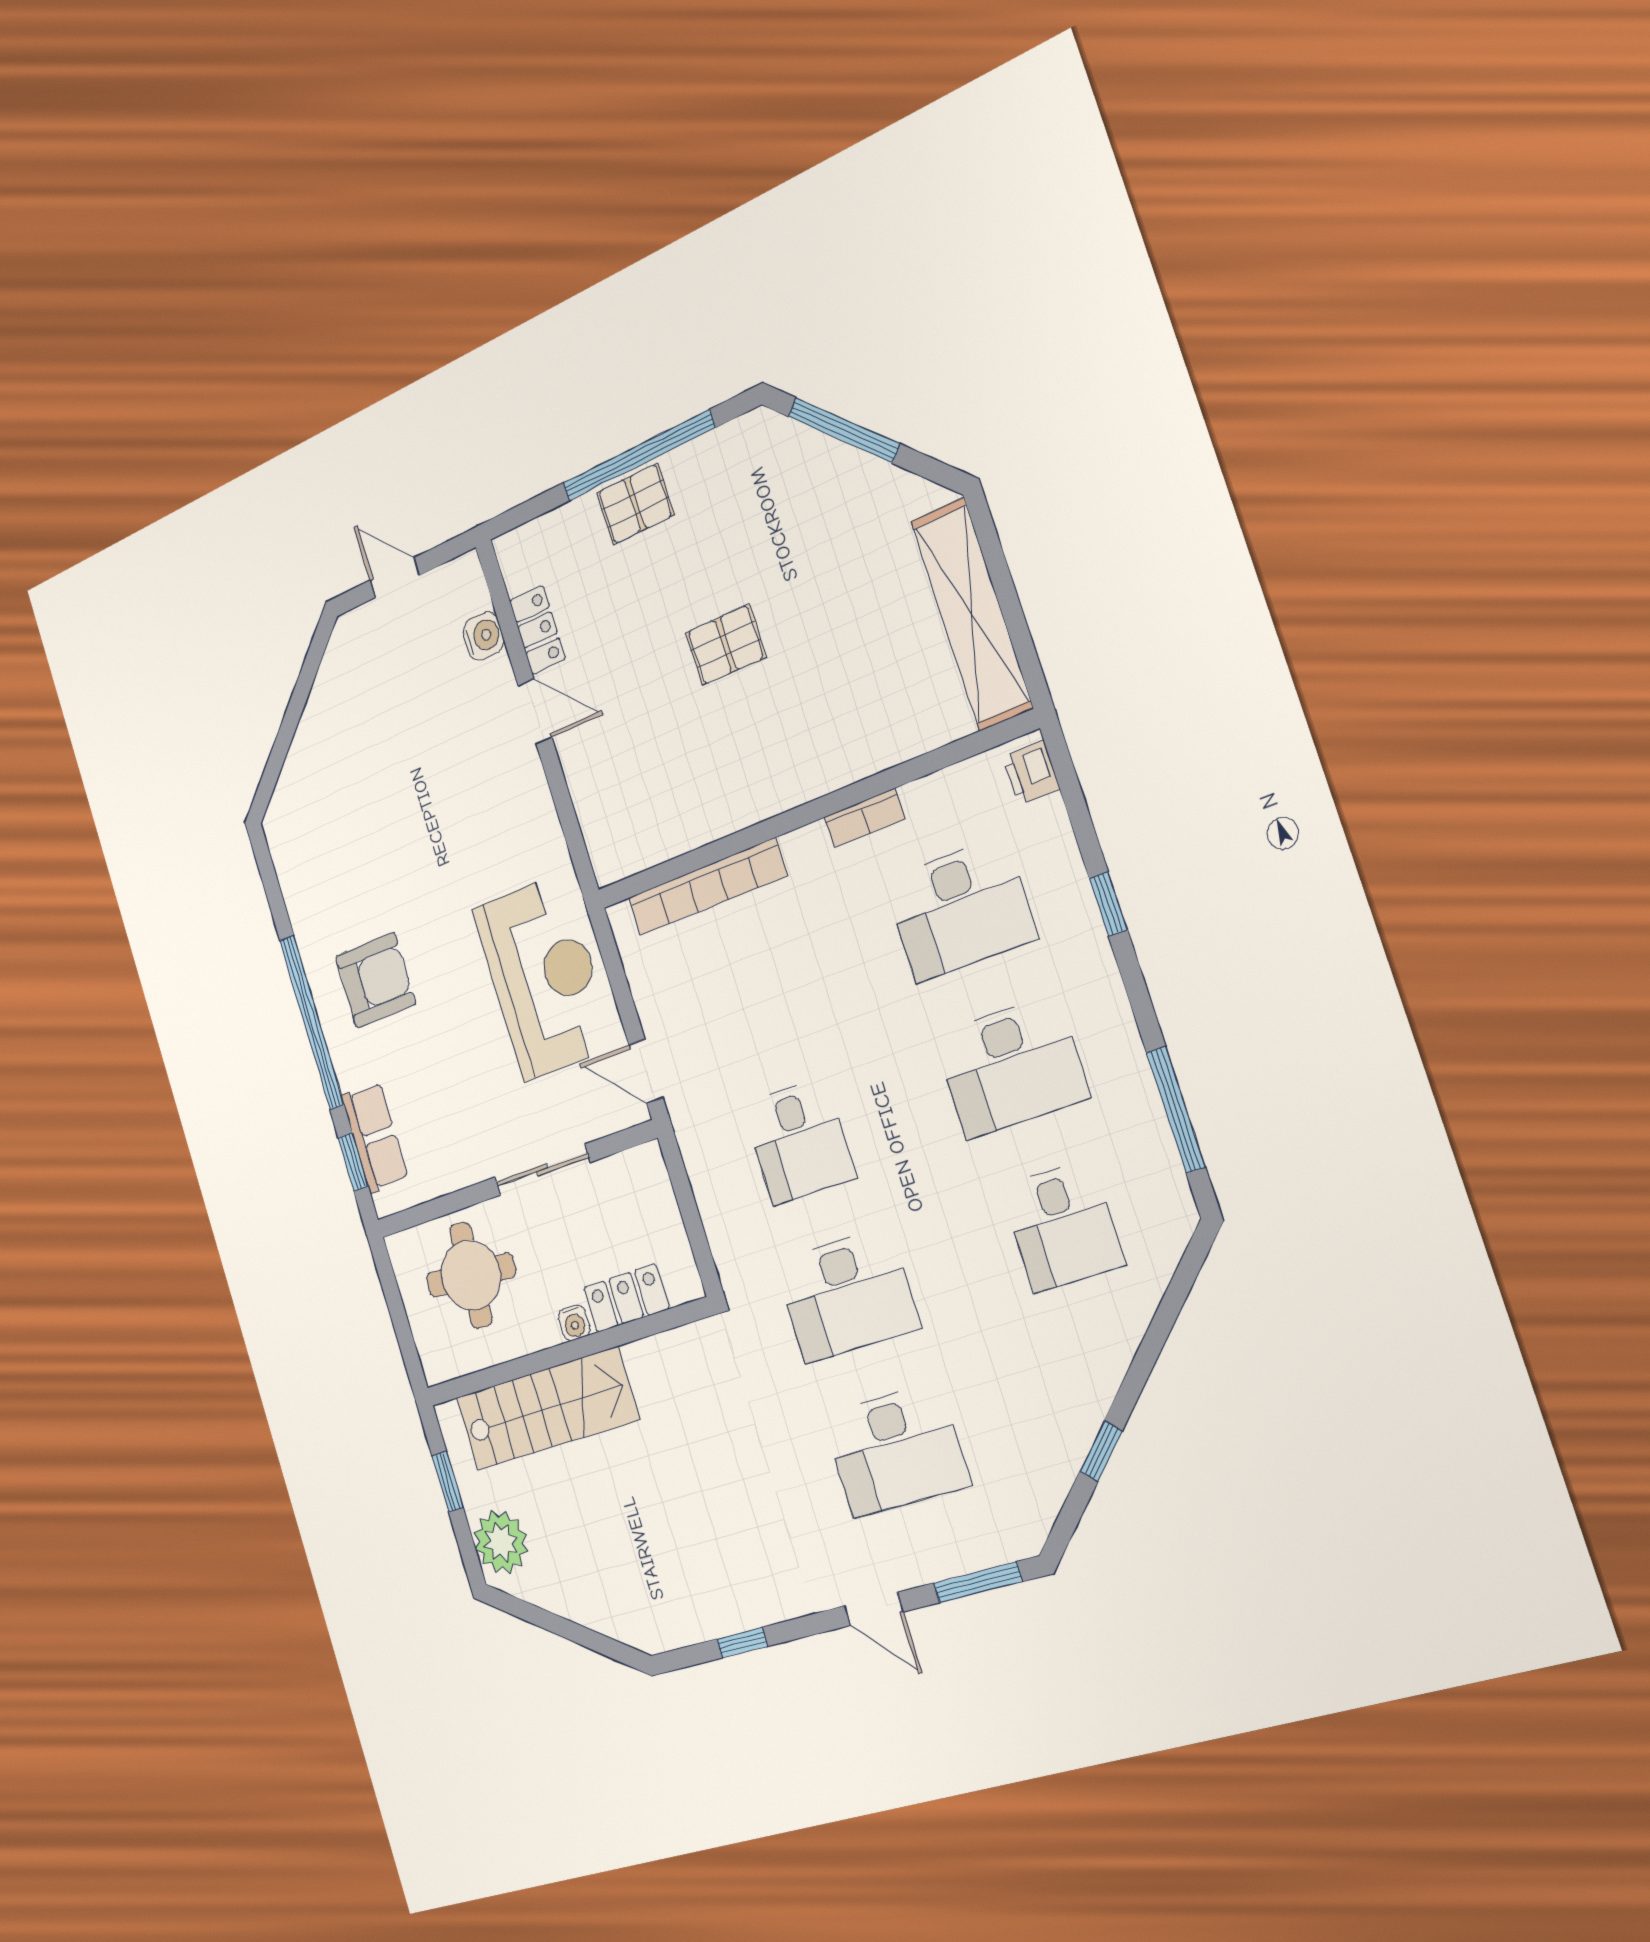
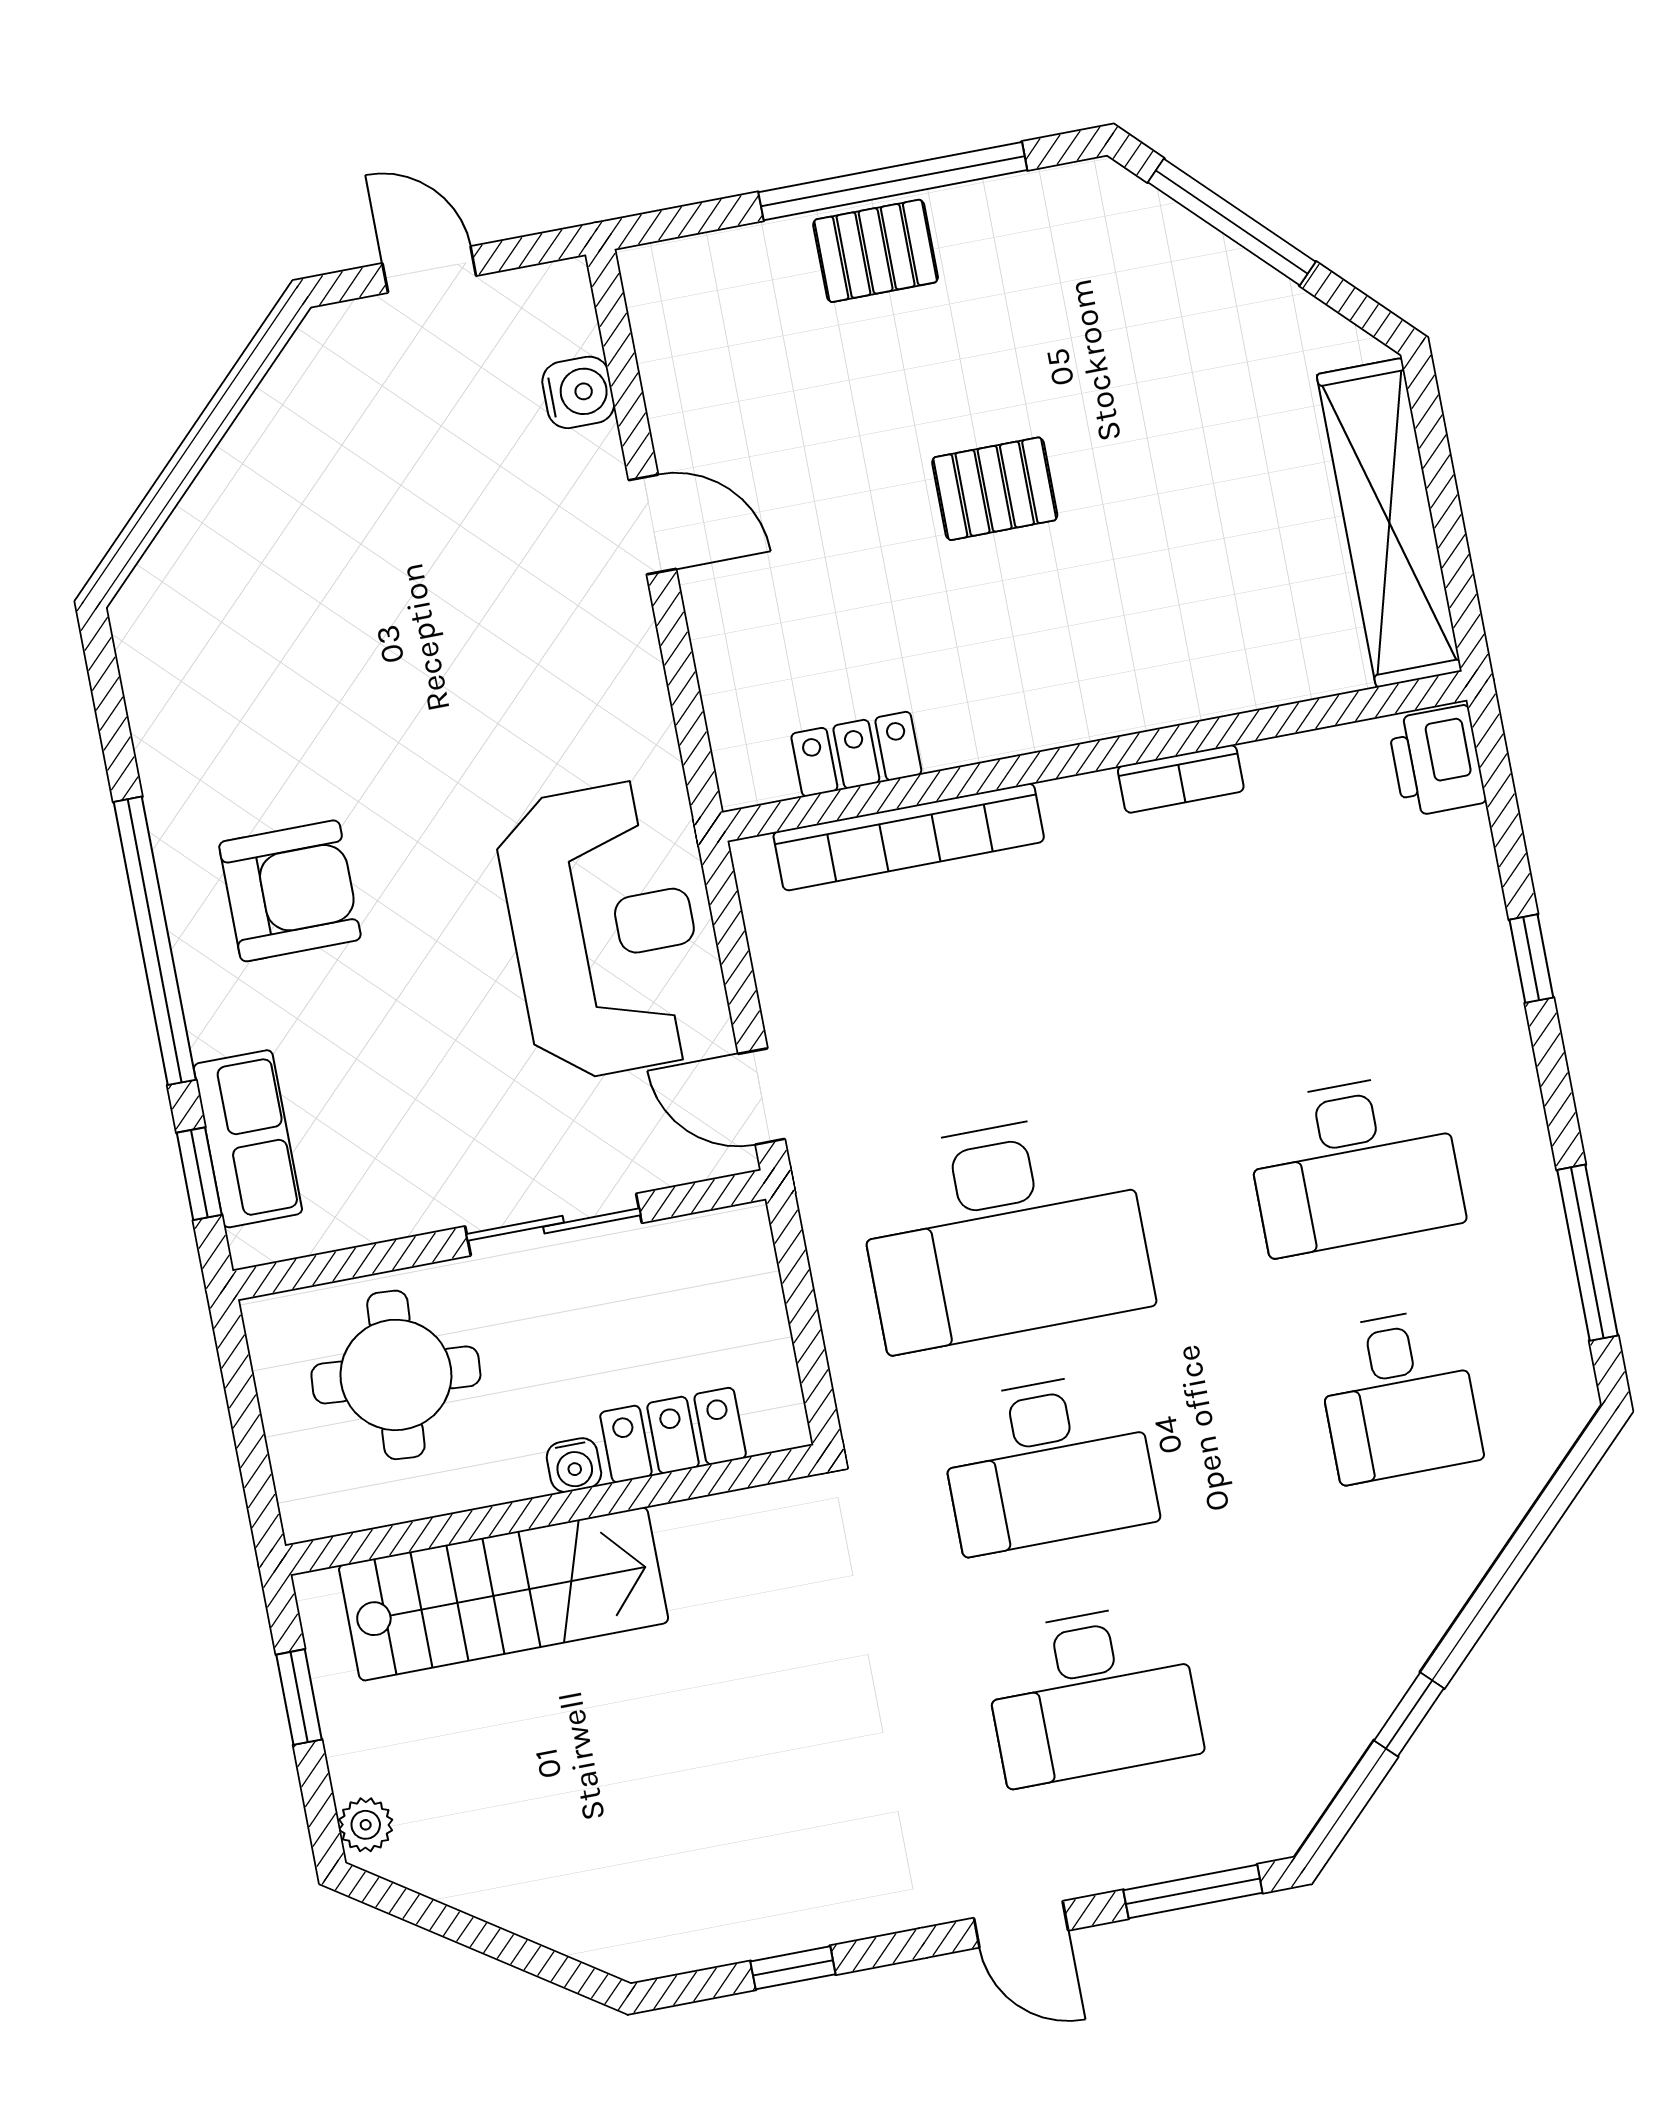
locker: (538, 630) -> (856, 754), moved, turned -90
printer: (1031, 773) -> (1437, 761), width x1.36, depth x1.24
desk: (960, 909) -> (1310, 932), removed
desk: (799, 1141) -> (1003, 1230), width x1.87, depth x1.30
plant: (501, 1542) -> (366, 1825), width x0.53, depth x0.53

